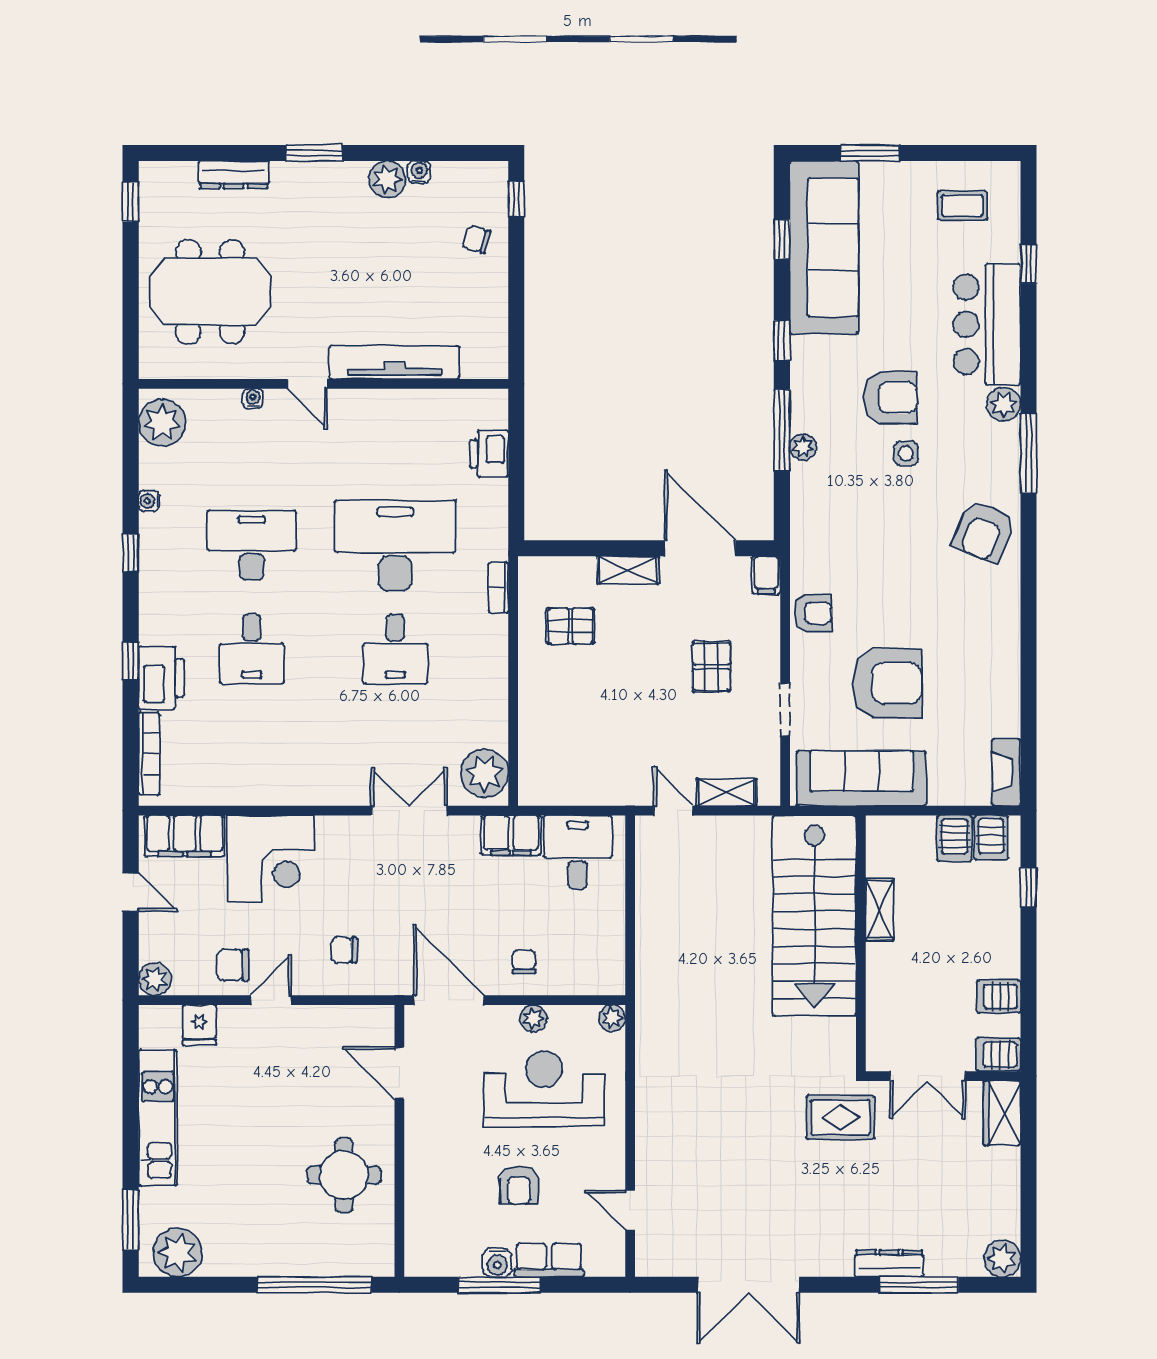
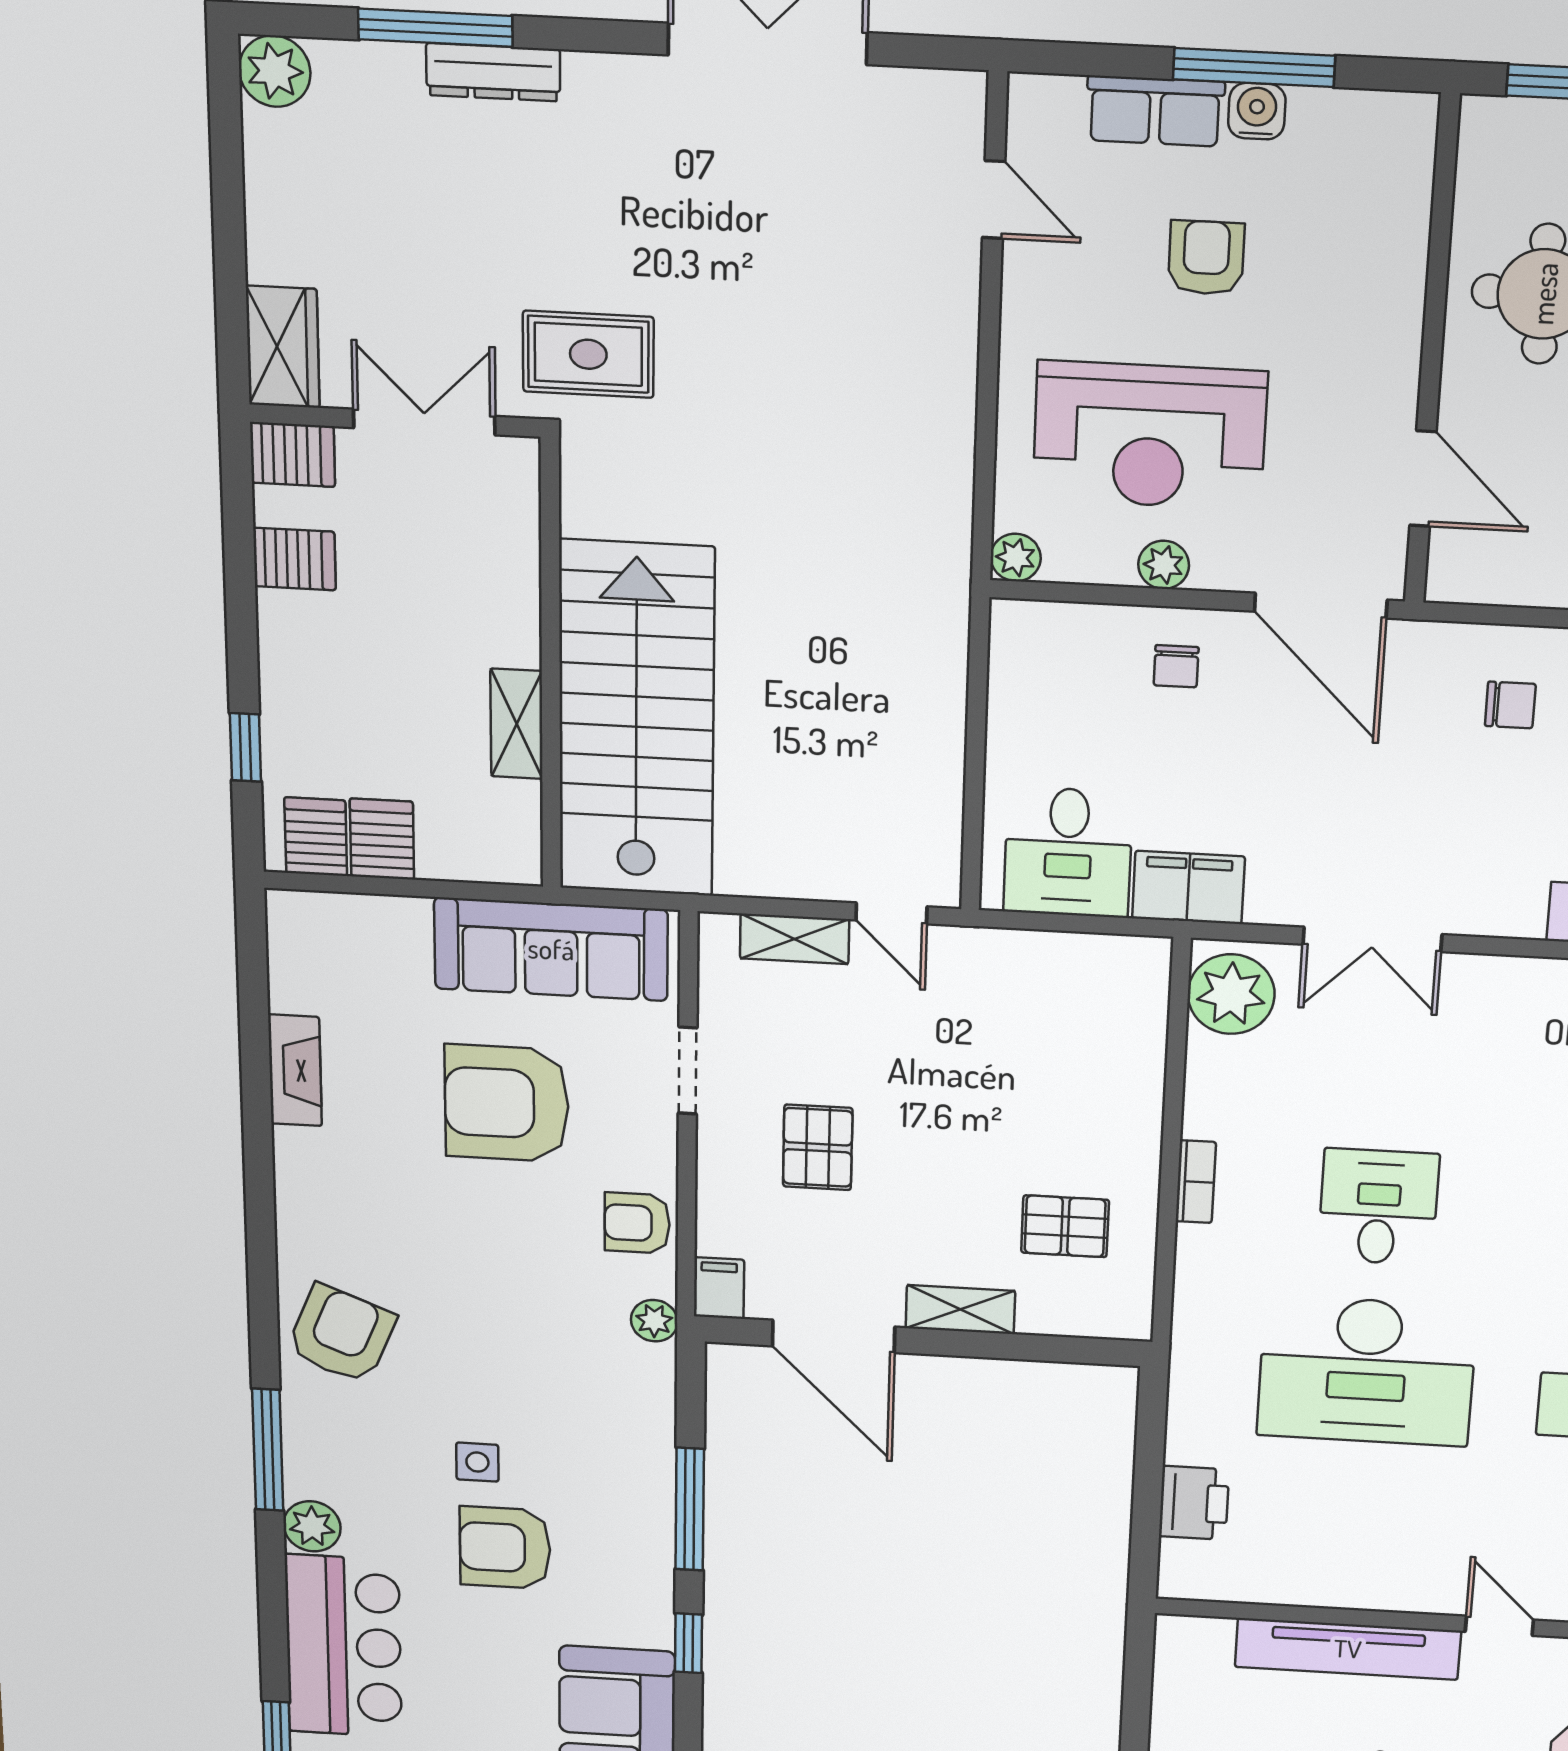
plant: (803, 447) -> (654, 1321), moved
bookcase: (498, 588) -> (1196, 1182), moved
fireplace: (1006, 772) -> (295, 1070), moved

